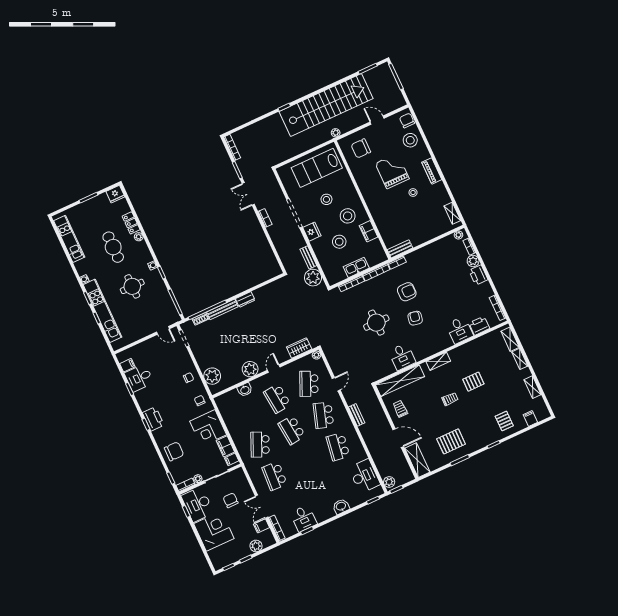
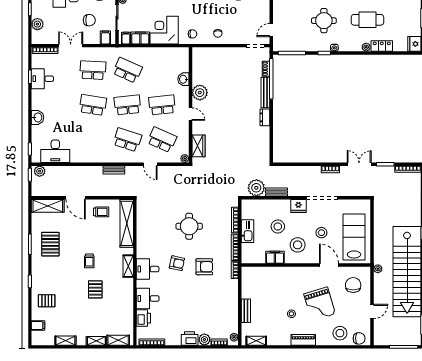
grand piano: (392, 171) -> (320, 304), turned 73
door: (353, 179) -> (329, 265), added
bench: (400, 249) -> (246, 311), moved
armchair: (407, 292) -> (204, 267), turned -90
desk: (402, 357) -> (148, 269), moved
plant: (212, 376) -> (209, 55), removed
door: (398, 438) -> (76, 198), hinge flipped
school desk: (338, 447) -> (93, 105), moved
filing cabinet: (262, 526) -> (105, 37), moved

